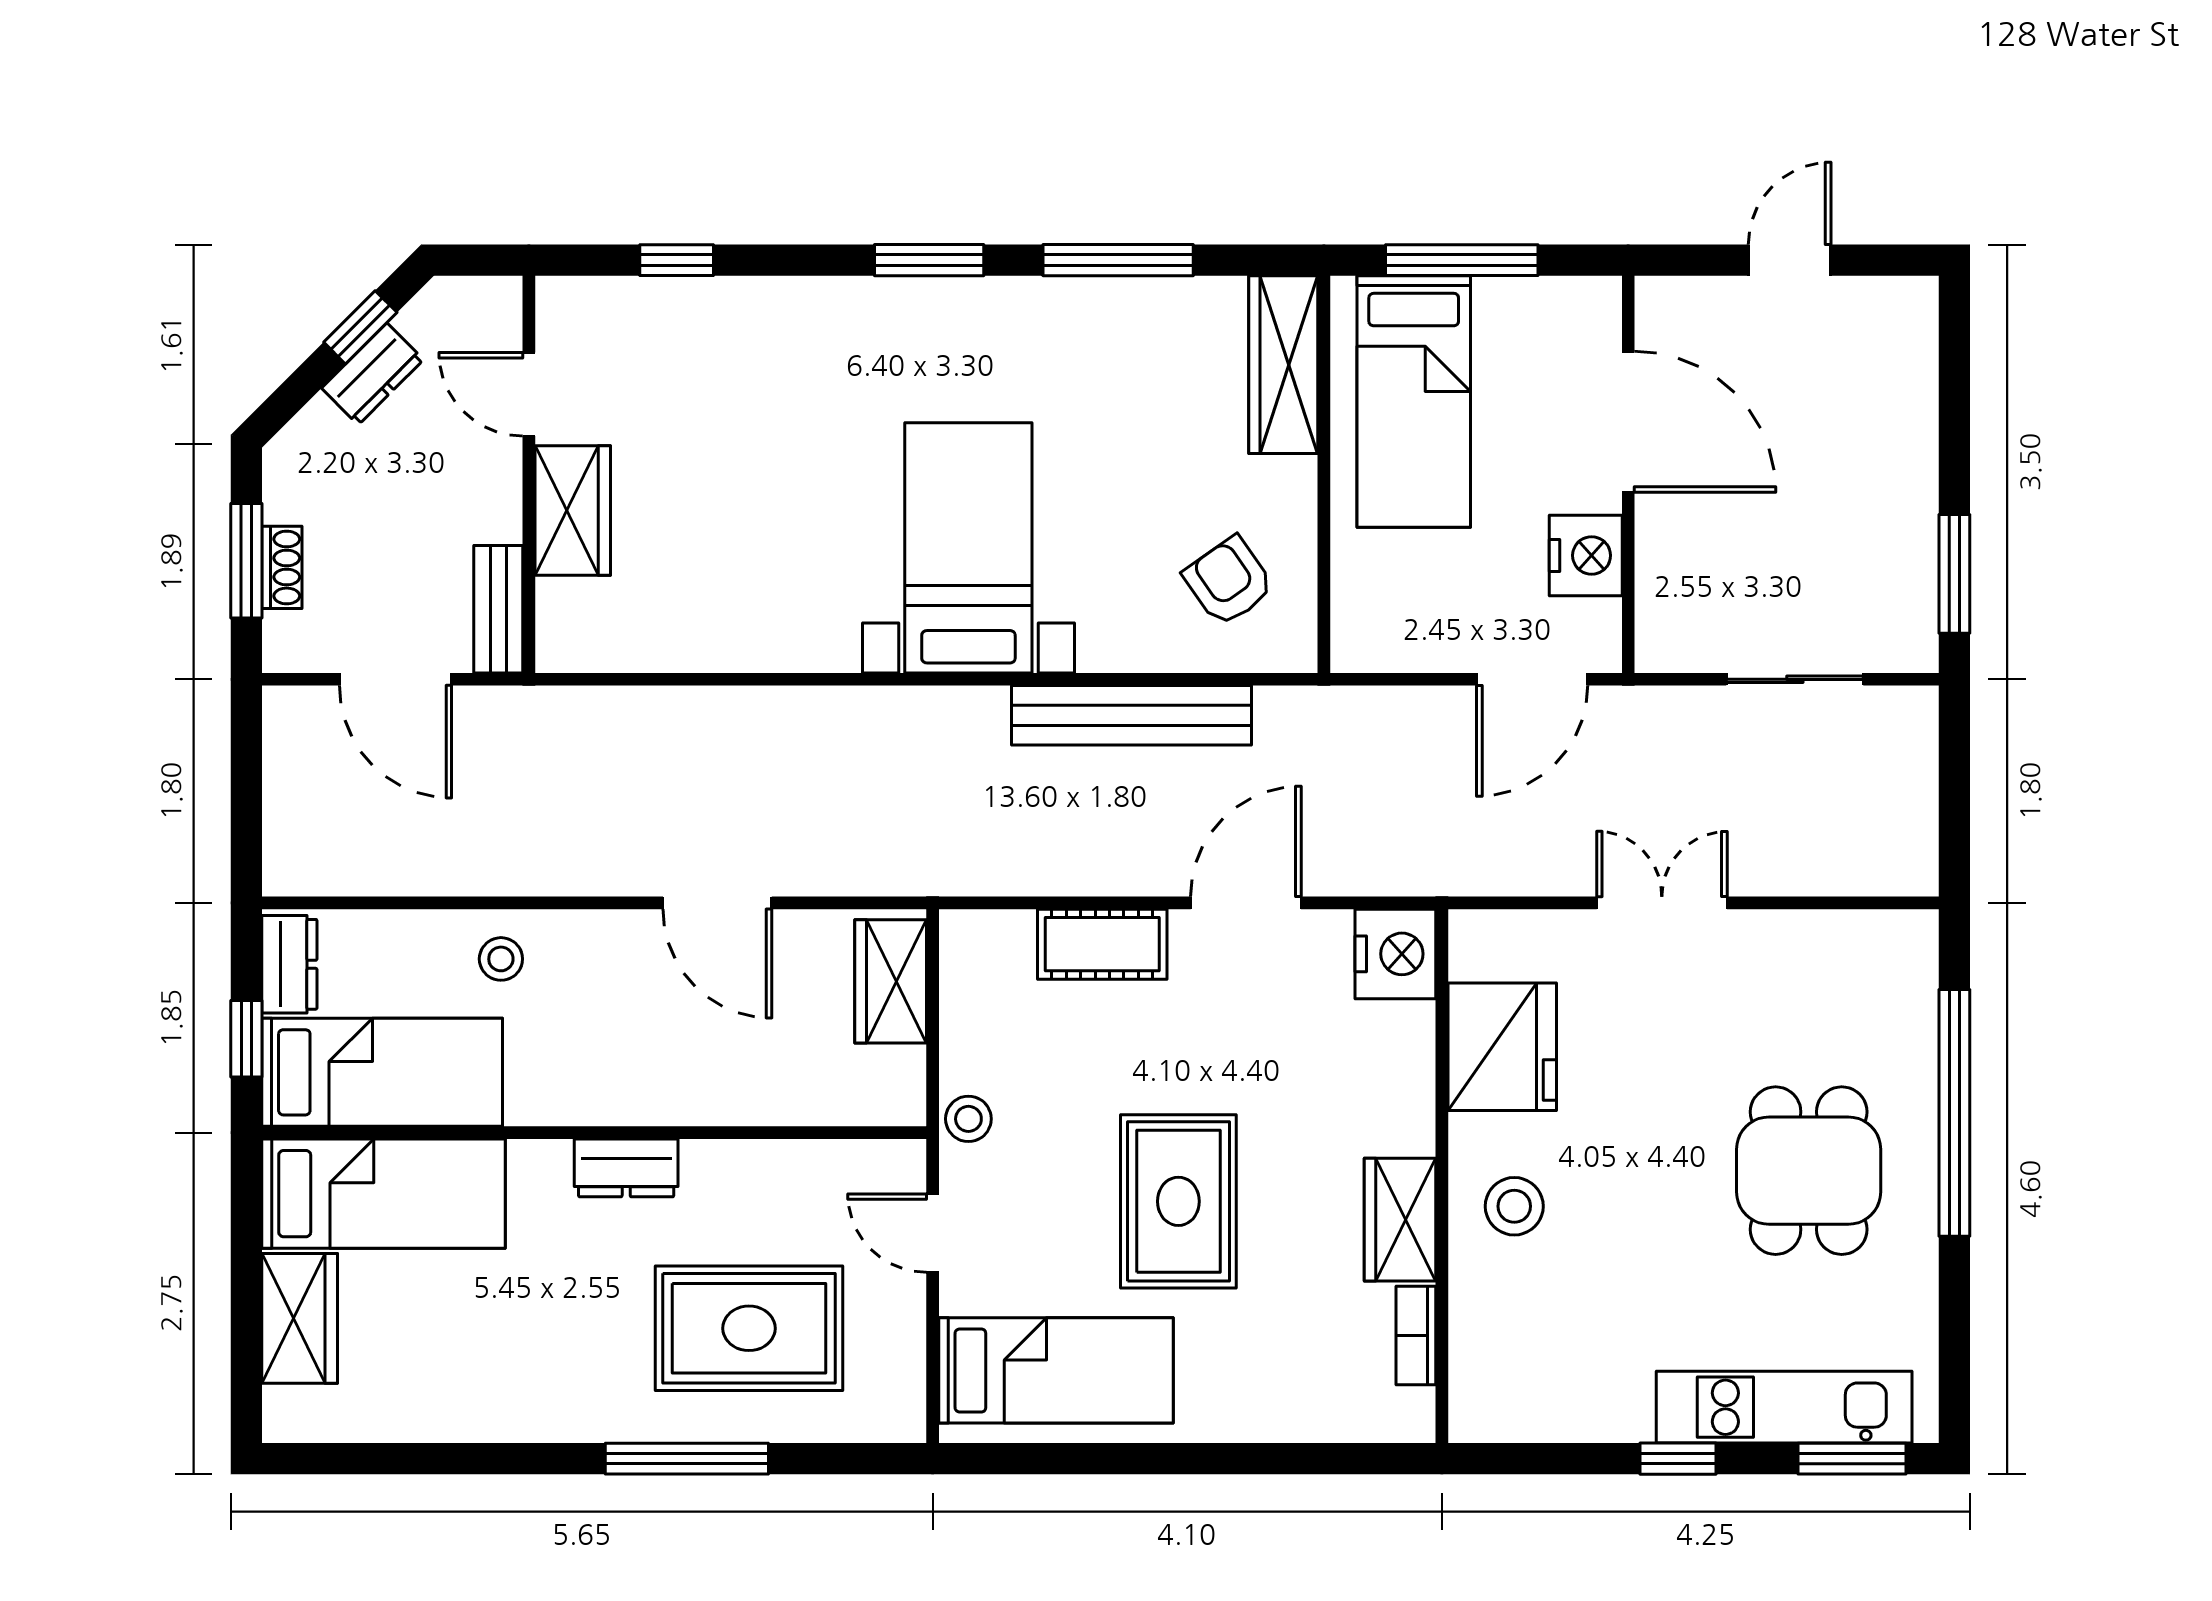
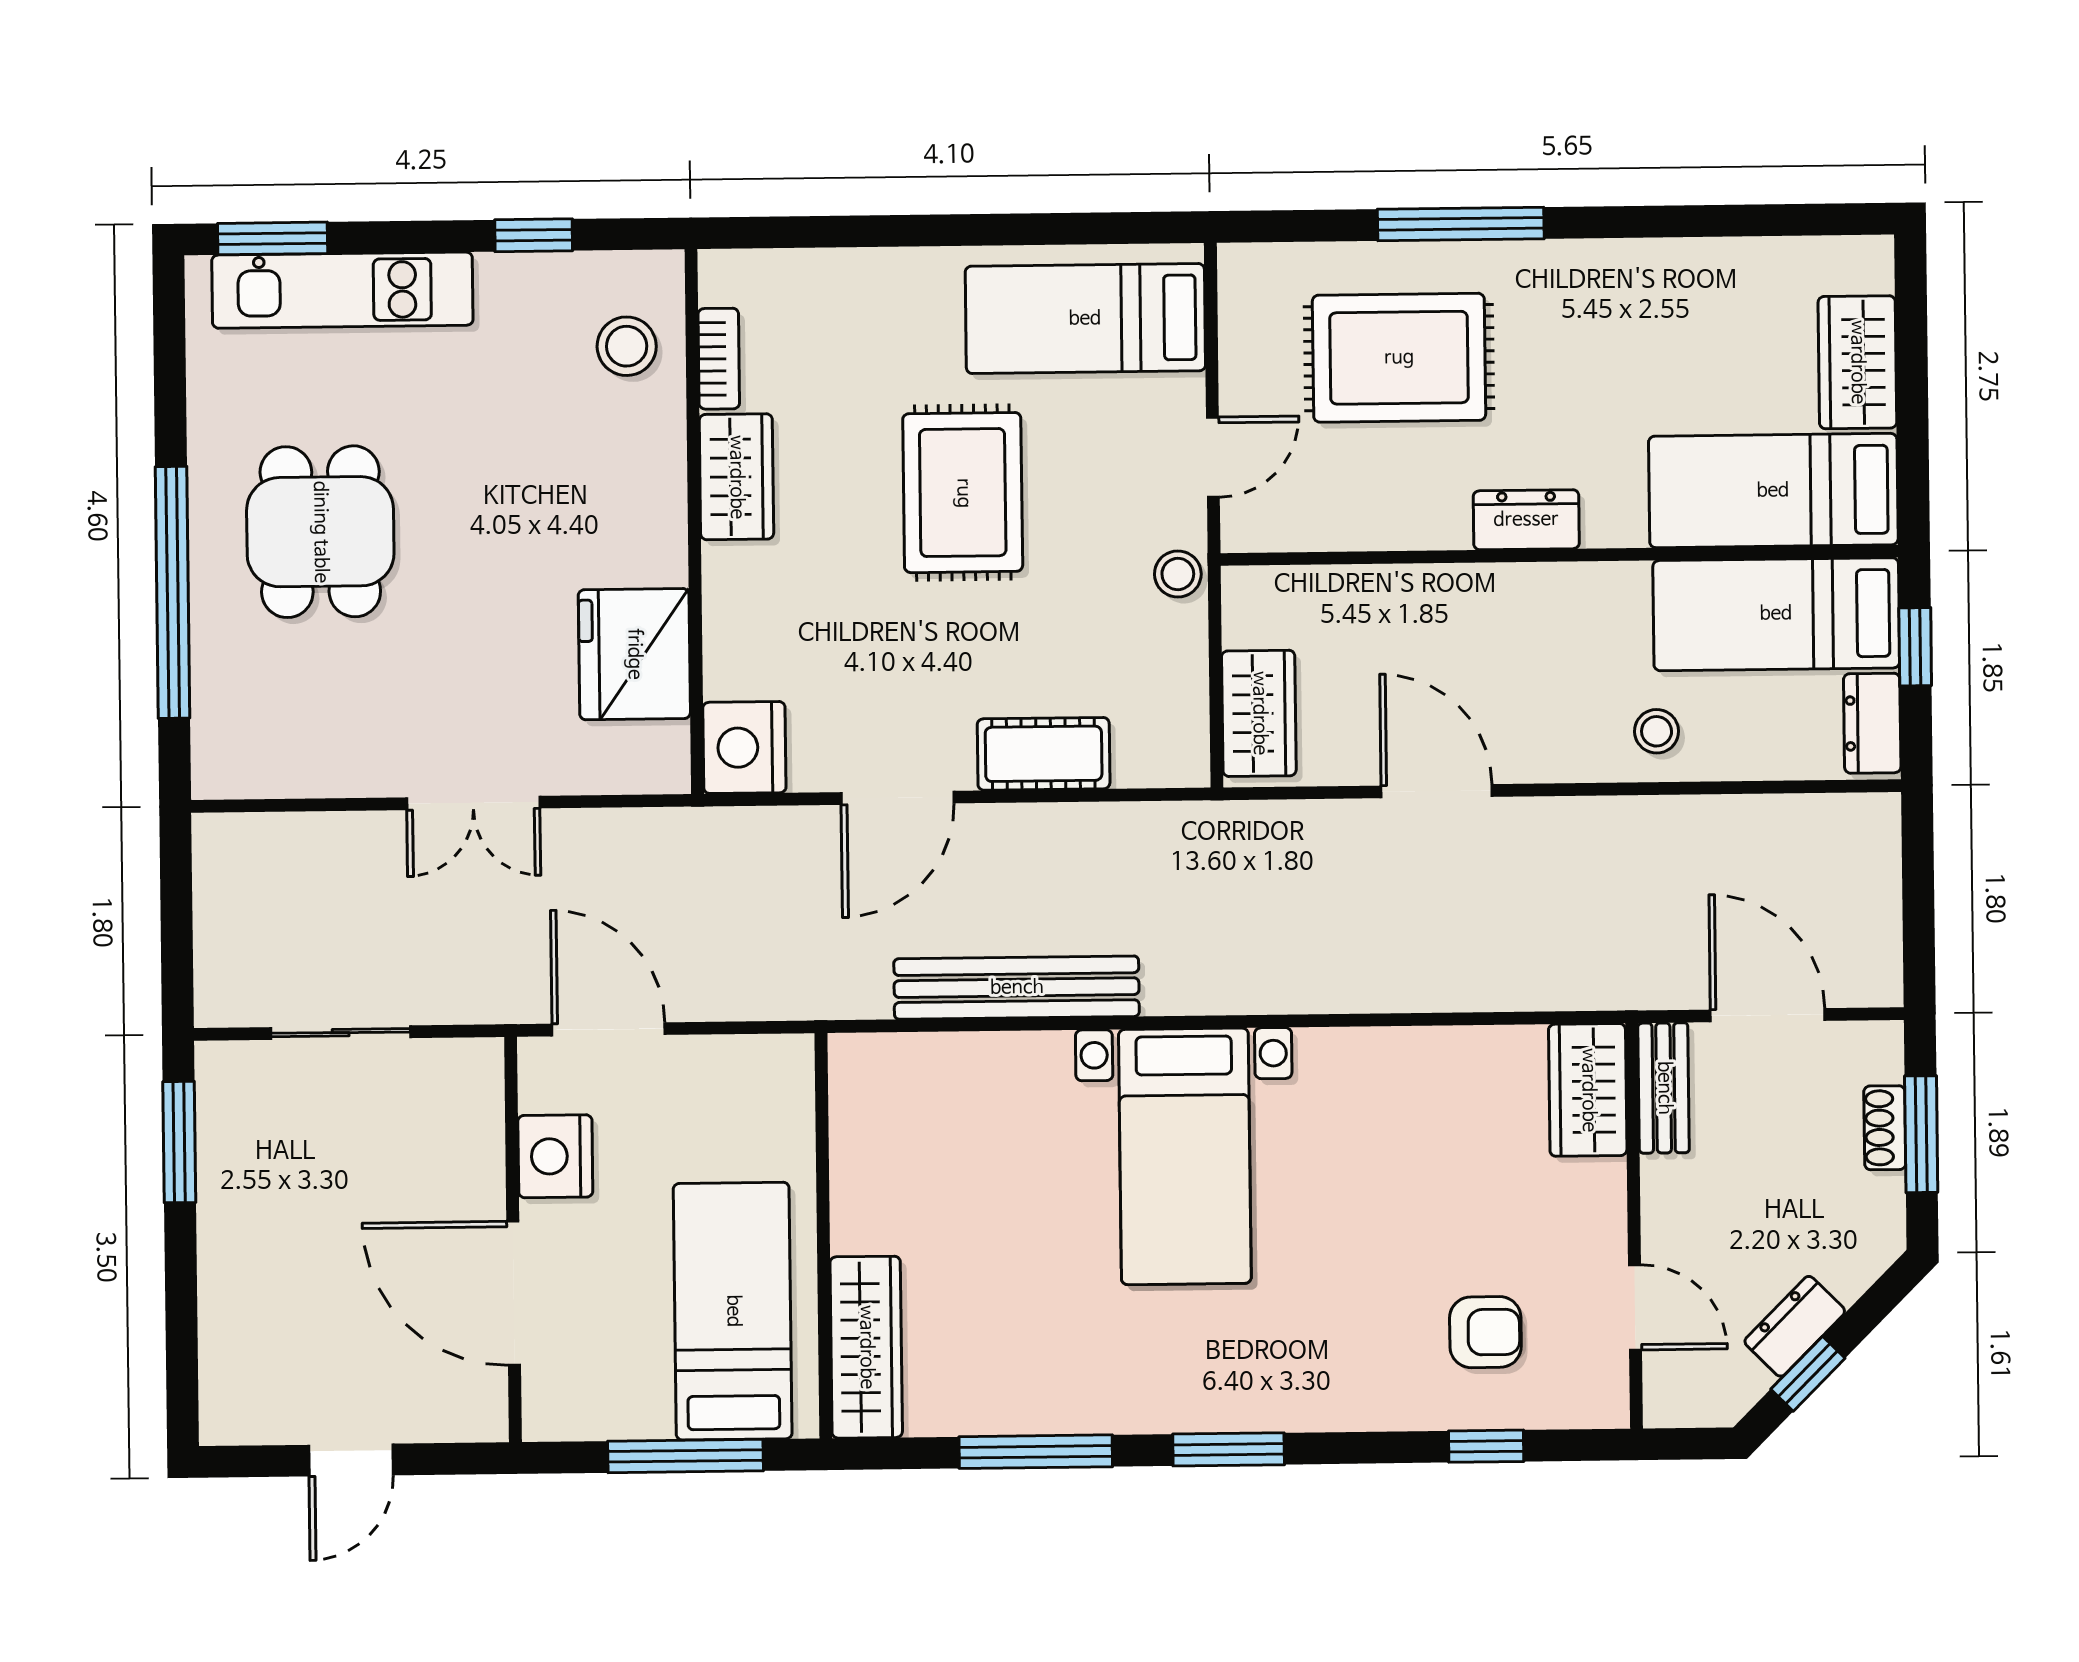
wardrobe: (573, 510) -> (1588, 1090), moved
armchair: (1229, 581) -> (1485, 1332), moved, turned -55
door: (1532, 679) -> (608, 1029), hinge flipped
stool: (1514, 1206) -> (627, 346), moved
door: (933, 1233) -> (1213, 457), hinge flipped
window: (1678, 1459) -> (534, 235), moved

